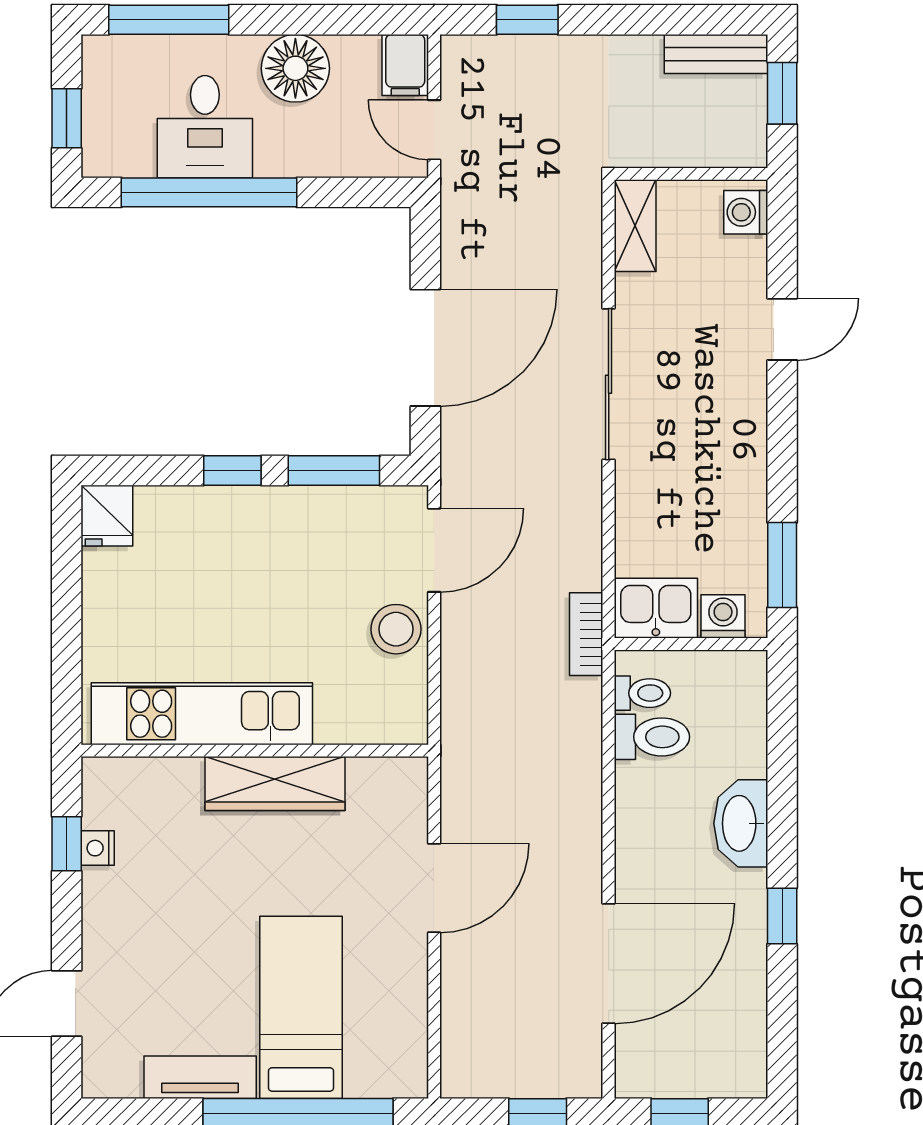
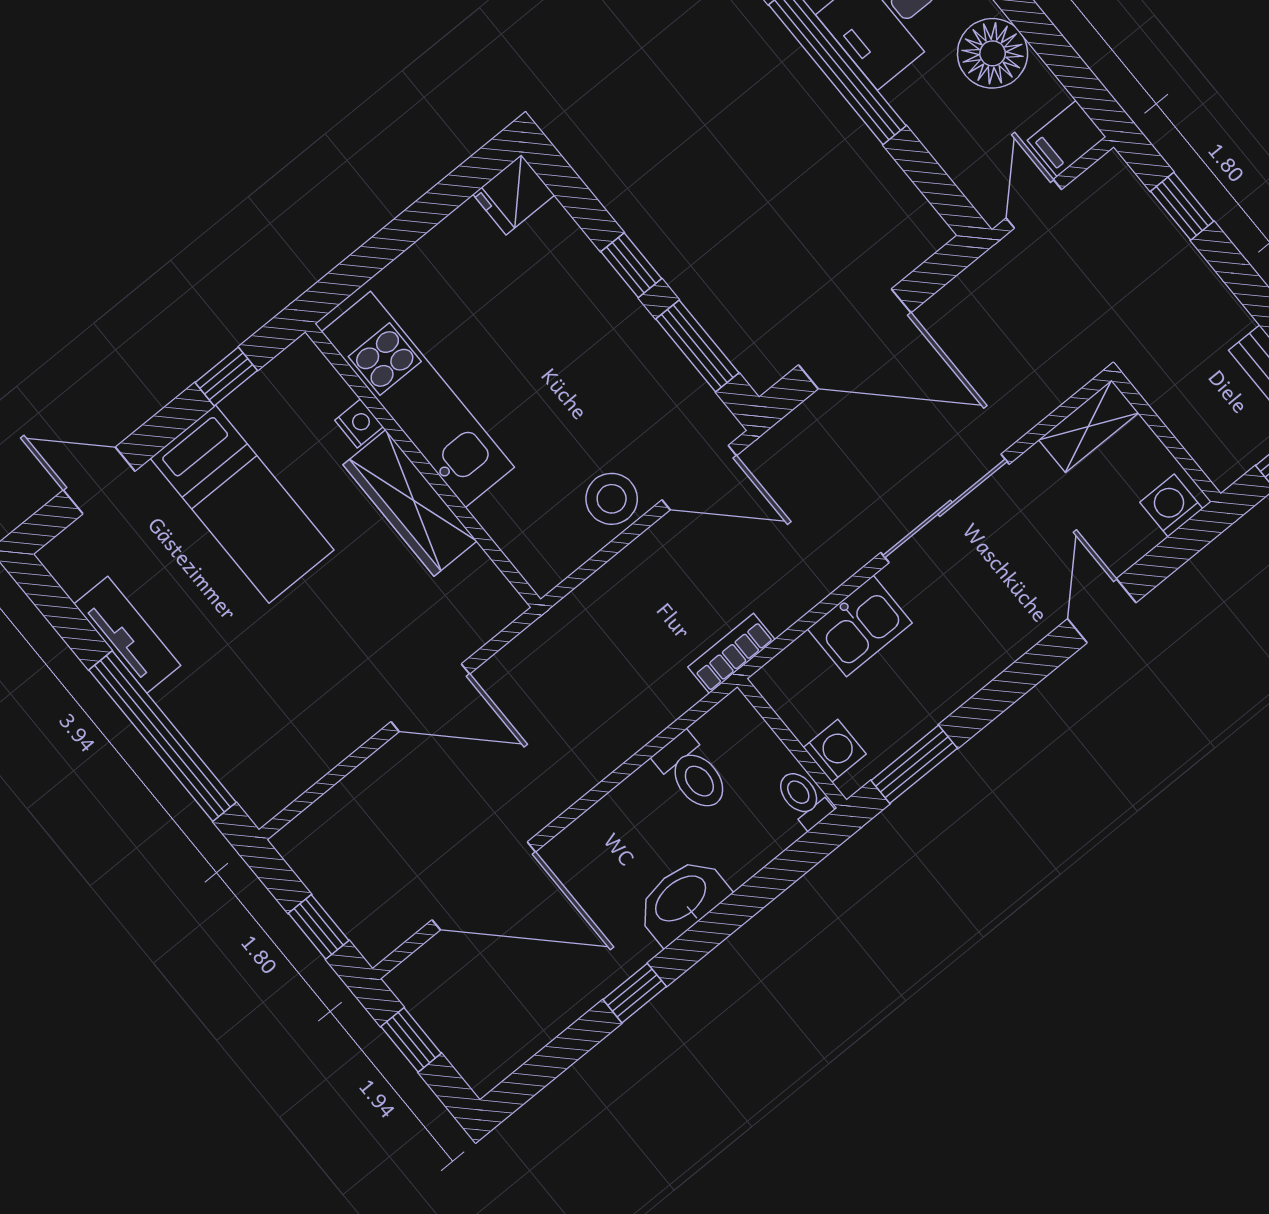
door: (782, 329) -> (1102, 611), swing flipped
kitchen sink: (656, 608) -> (860, 626), moved, turned 90
toilet: (642, 693) -> (803, 798), moved, turned 180
nightstand: (98, 848) -> (359, 424), moved, turned 90
bed: (301, 1007) -> (242, 504), moved, turned 90

